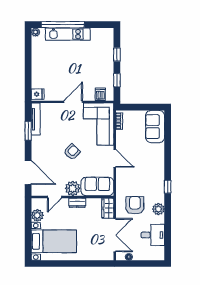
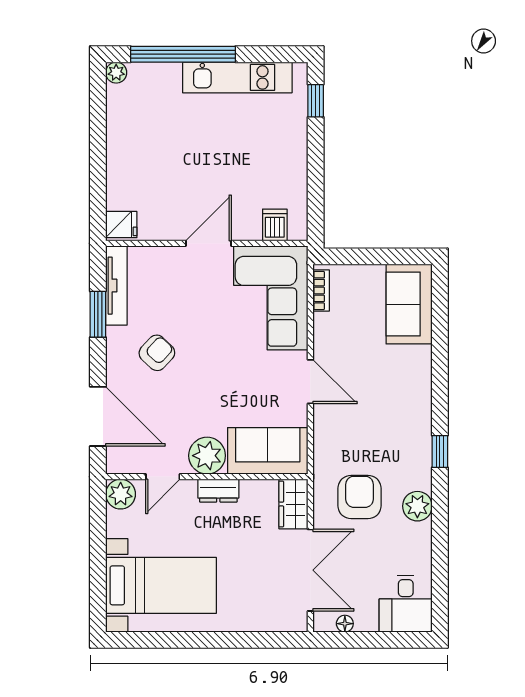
kitchen unit: (68, 34) -> (237, 77), moved
window: (117, 54) -> (316, 101), moved
window: (117, 80) -> (316, 191), removed
armchair: (72, 152) -> (157, 353), moved
plant: (37, 215) -> (121, 494), moved
desk: (153, 235) -> (406, 604), moved, turned 90

